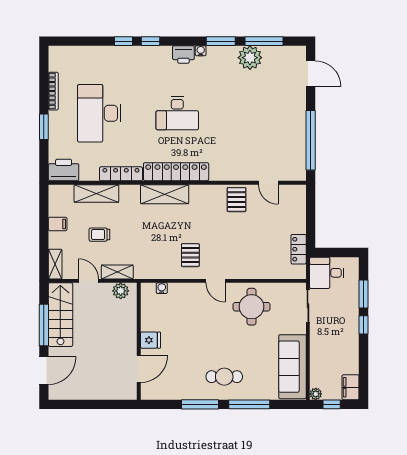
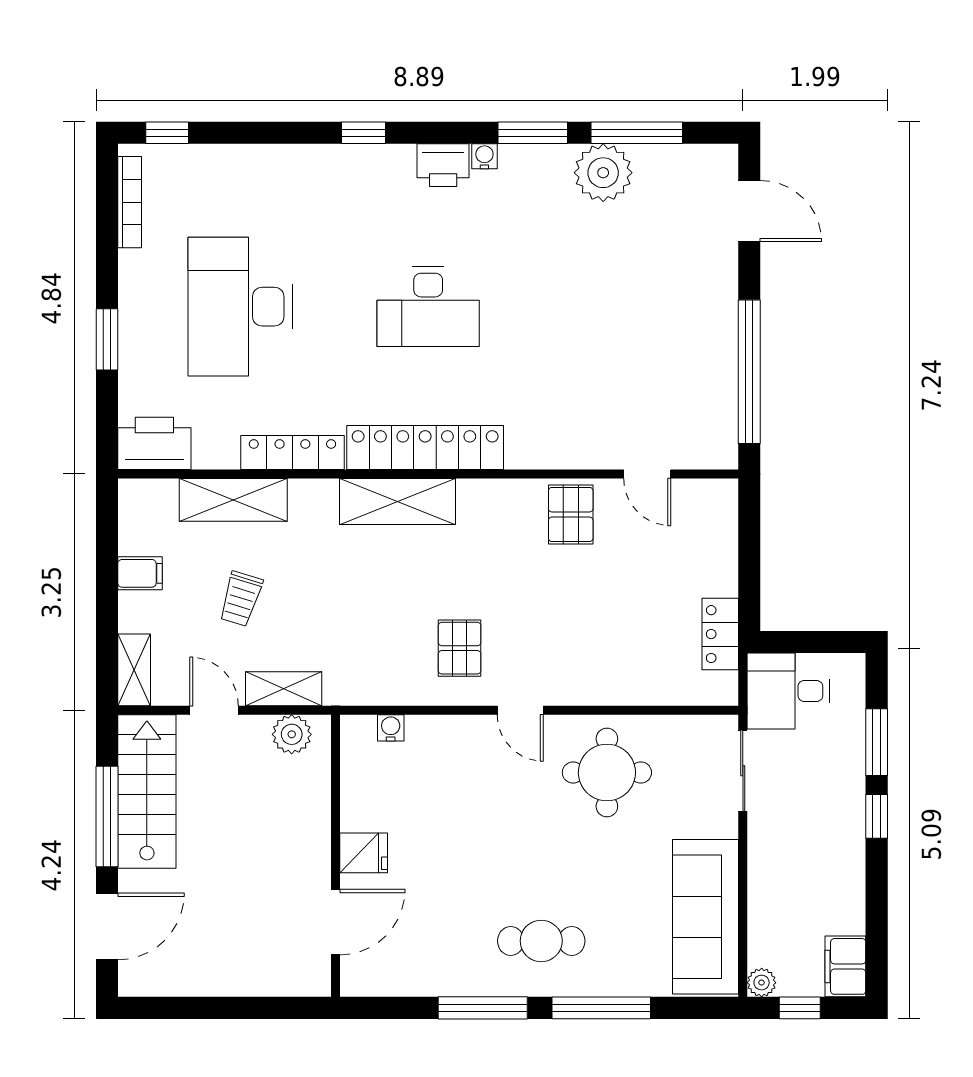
window: (124, 41) -> (167, 133), moved
bookcase: (53, 91) -> (130, 202), moved
trolley: (99, 235) -> (241, 599), turned -73

